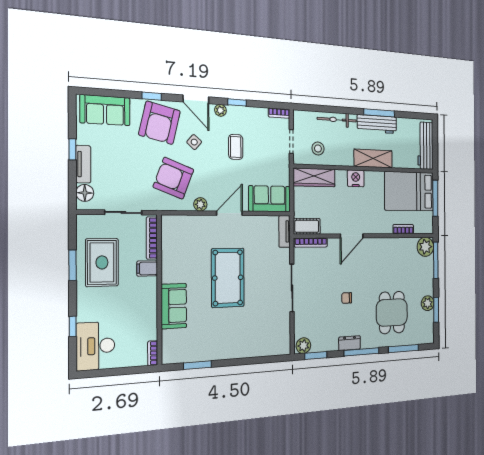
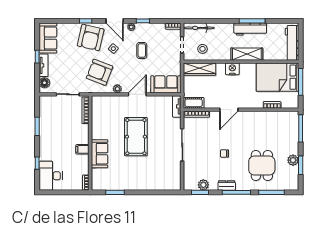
sofa: (105, 110) -> (48, 38), moved, turned -90
bicycle: (337, 120) -> (199, 28), moved
plant: (425, 247) -> (291, 118), removed
rug: (102, 262) -> (55, 125), removed
filing cabinet: (147, 268) -> (82, 149), moved
plant: (303, 346) -> (203, 185), moved

